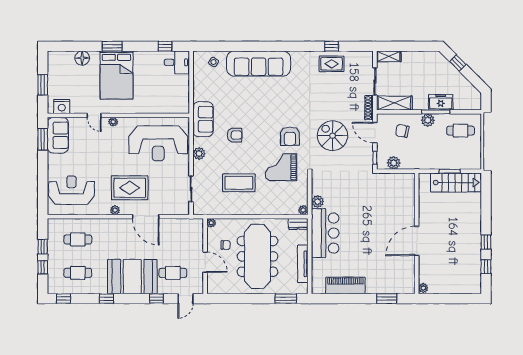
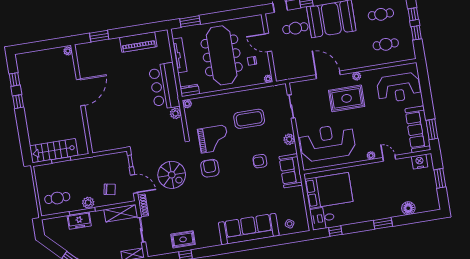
bed: (117, 75) -> (329, 190), moved, turned 90
sofa: (58, 135) -> (418, 129), width x1.36
plant: (394, 163) -> (113, 159), removed

